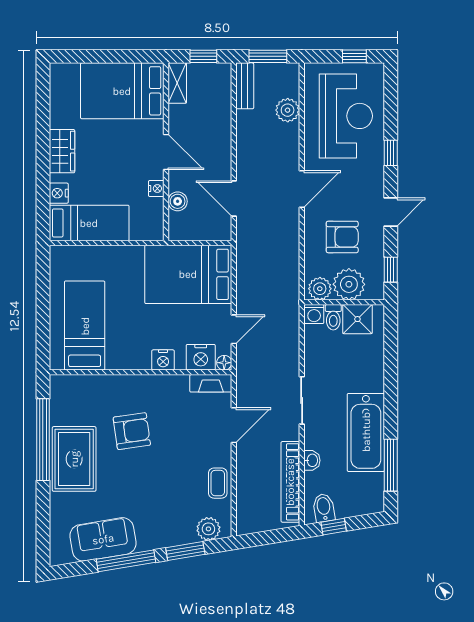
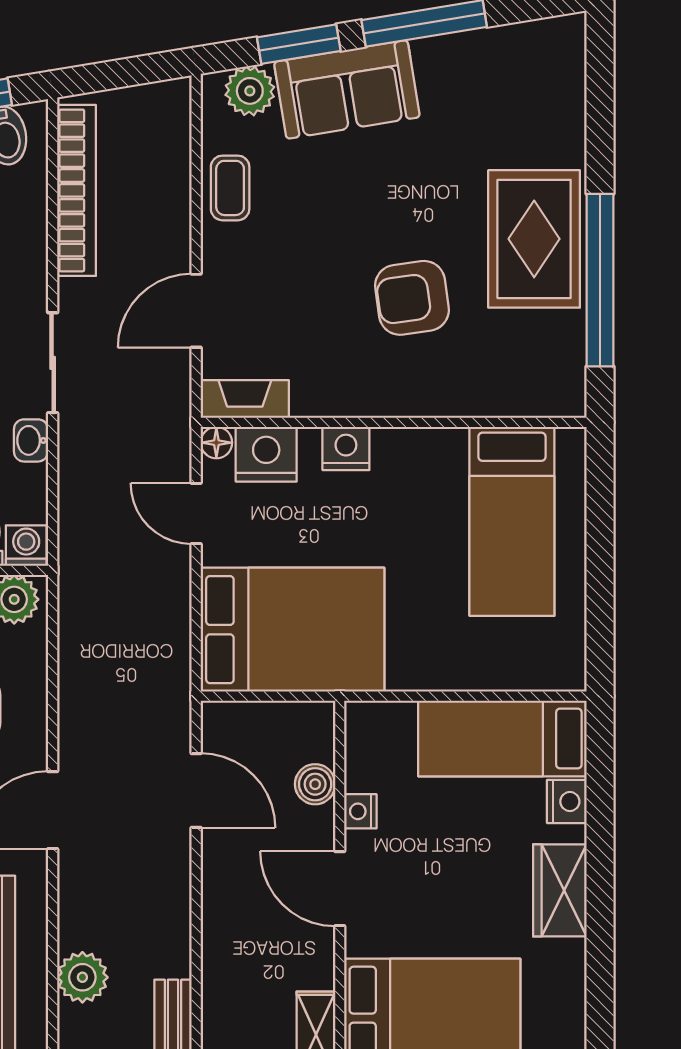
door: (234, 329) -> (196, 513), hinge flipped
washbasin: (312, 460) -> (31, 440), moved
sofa: (103, 539) -> (347, 89), moved

